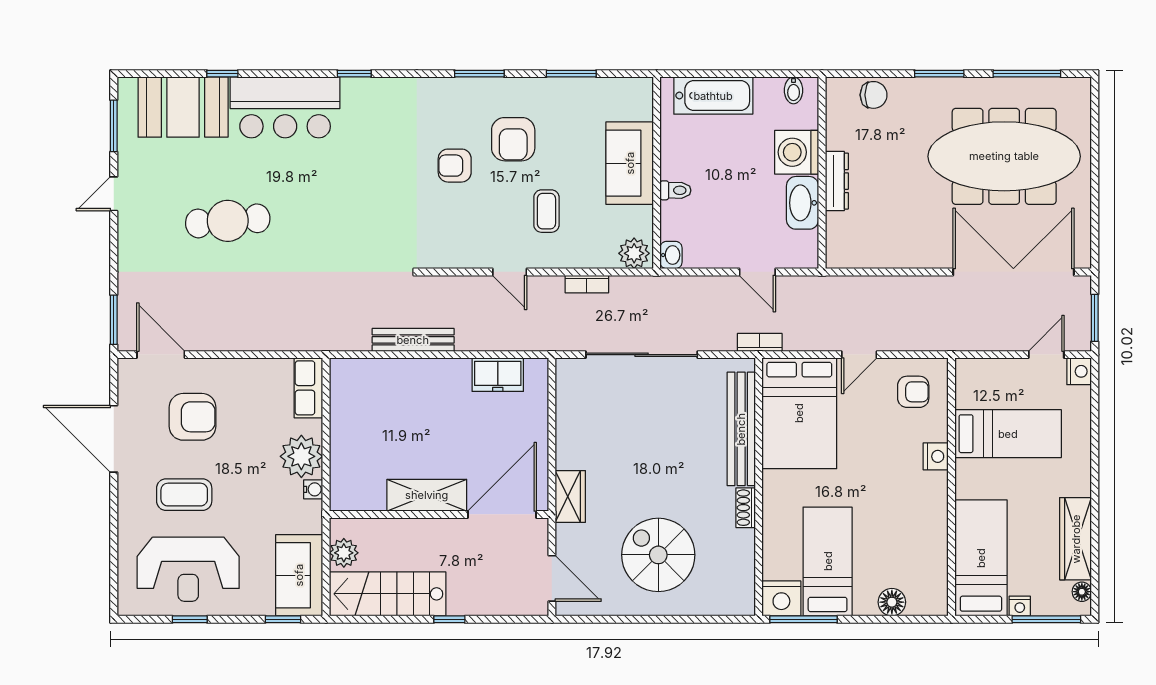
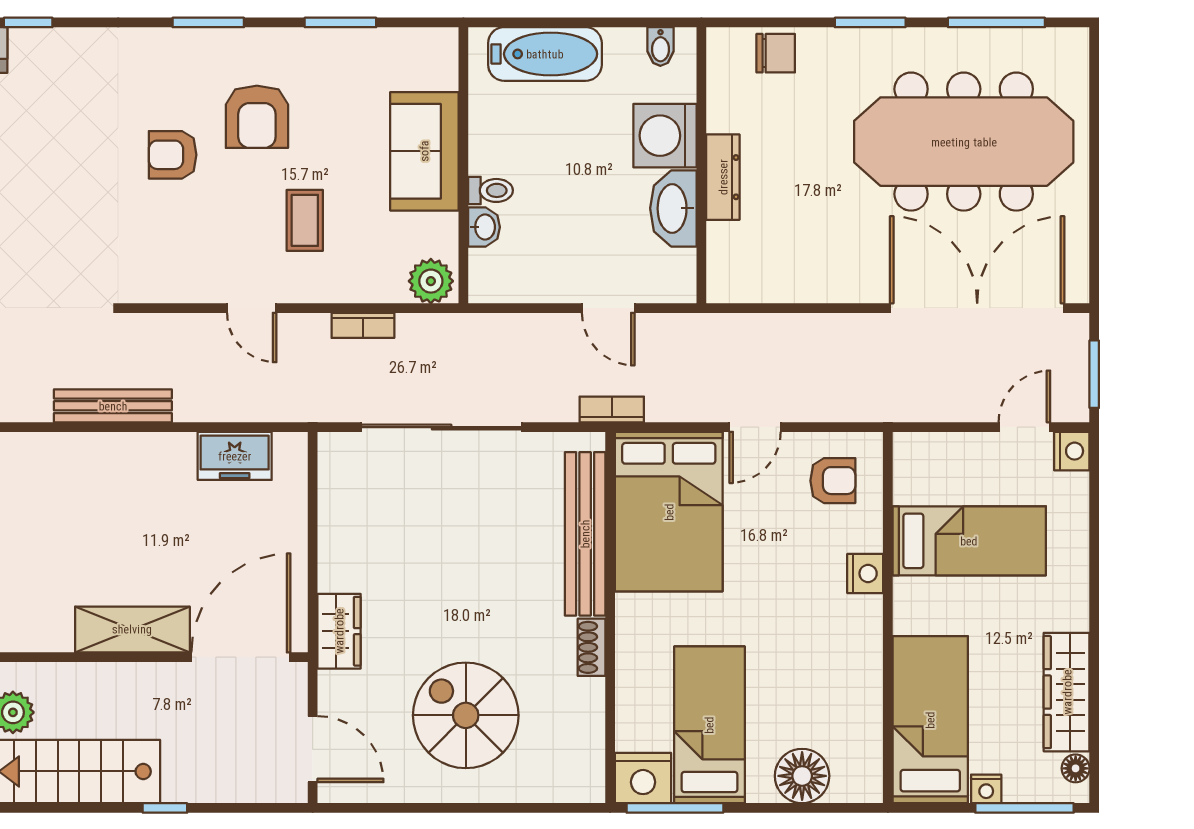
washbasin: (671, 255) -> (484, 227), moved
floor lamp: (892, 602) -> (802, 776), width x1.38, depth x1.38

